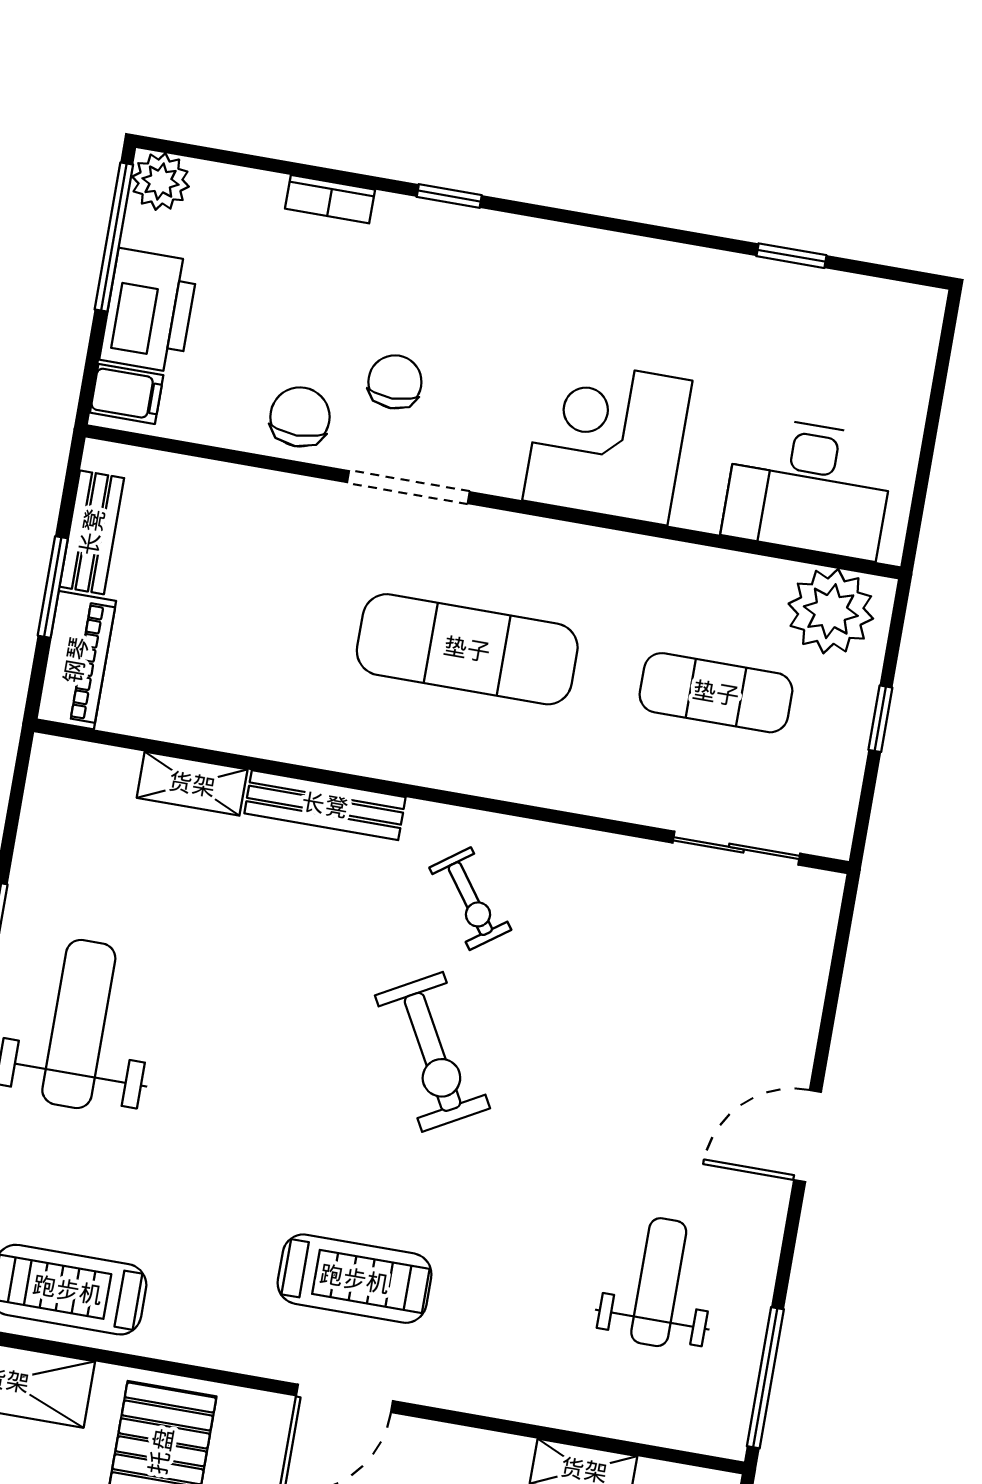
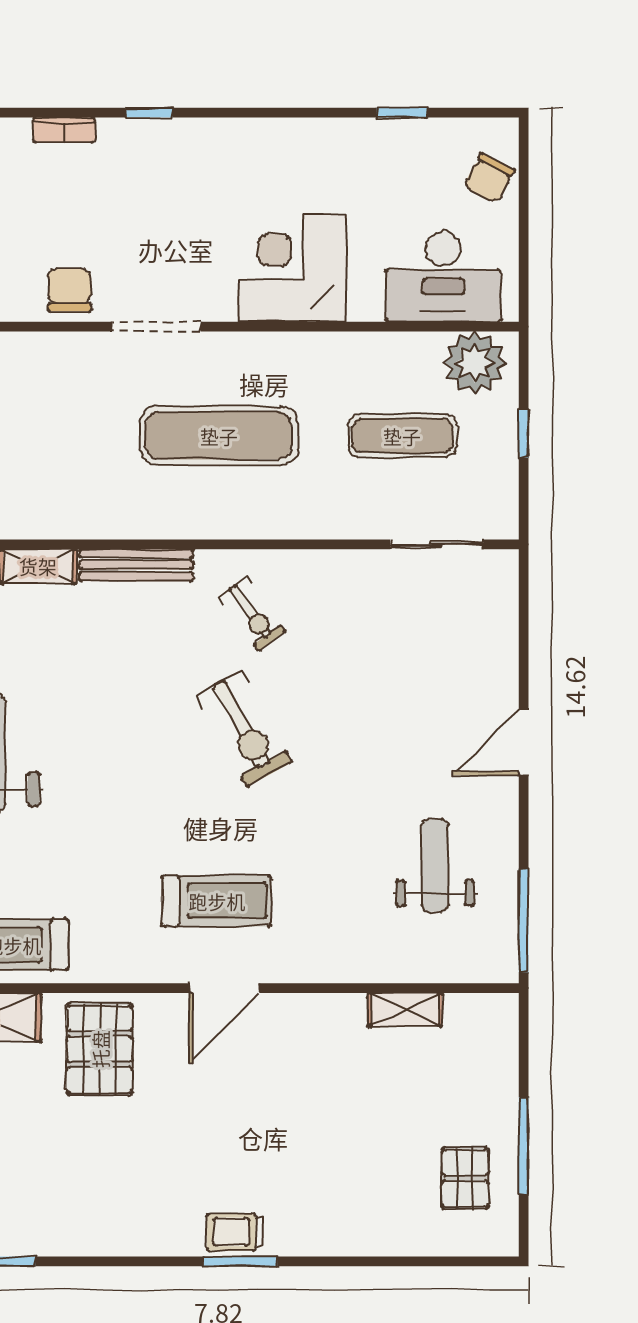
chair: (395, 382) -> (489, 178), moved, turned -153

